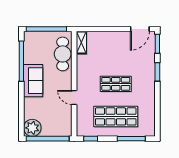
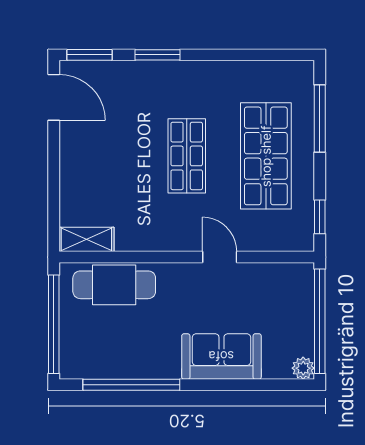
sofa: (33, 81) -> (221, 356), moved
door: (74, 97) -> (220, 257), swing flipped
plant: (32, 128) -> (303, 368), width x0.53, depth x0.53

